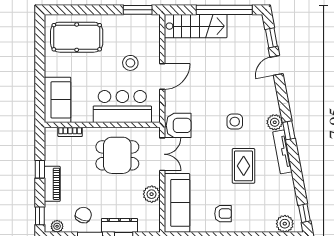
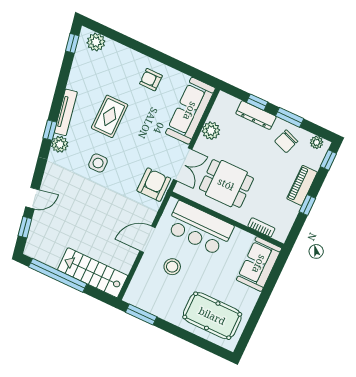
armchair: (179, 125) -> (154, 185), turned 90
double door: (162, 154) -> (183, 164), swing flipped

